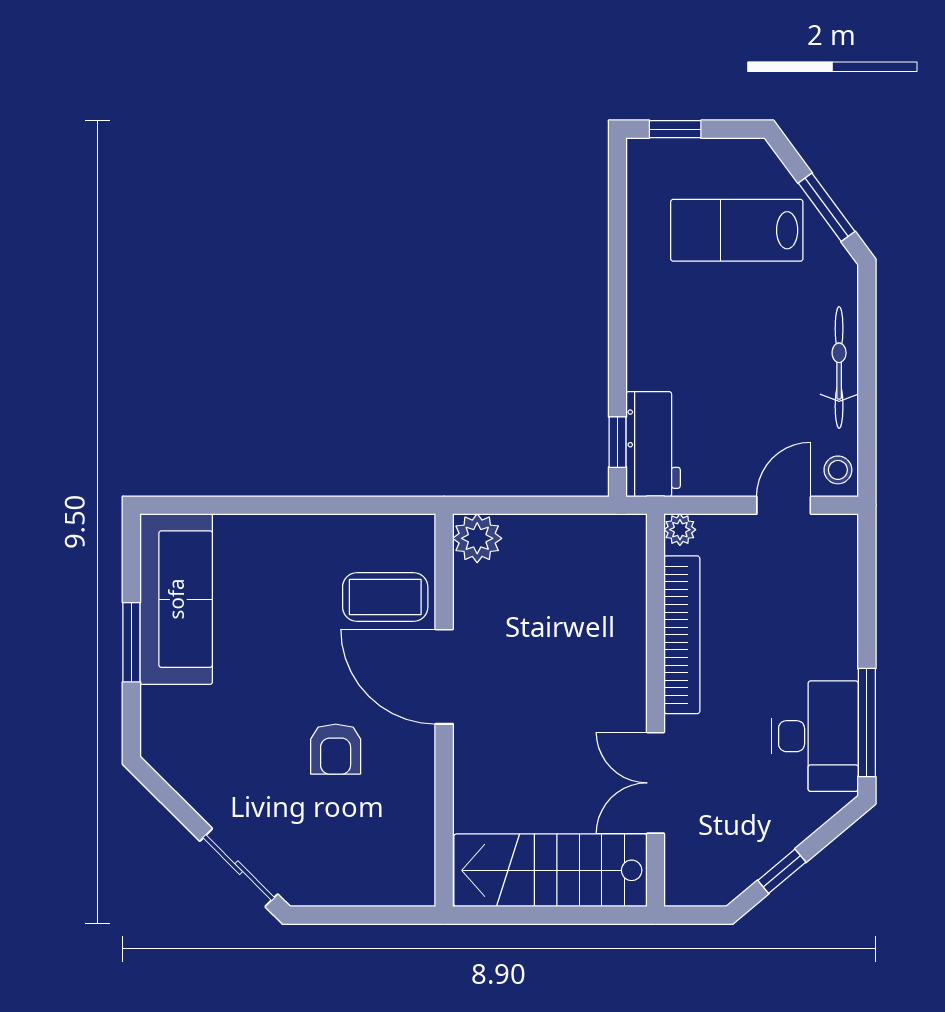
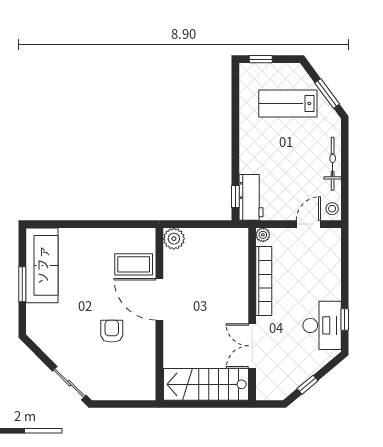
window: (867, 723) -> (345, 319), width x0.46
armchair: (336, 749) -> (112, 331), turned 180

